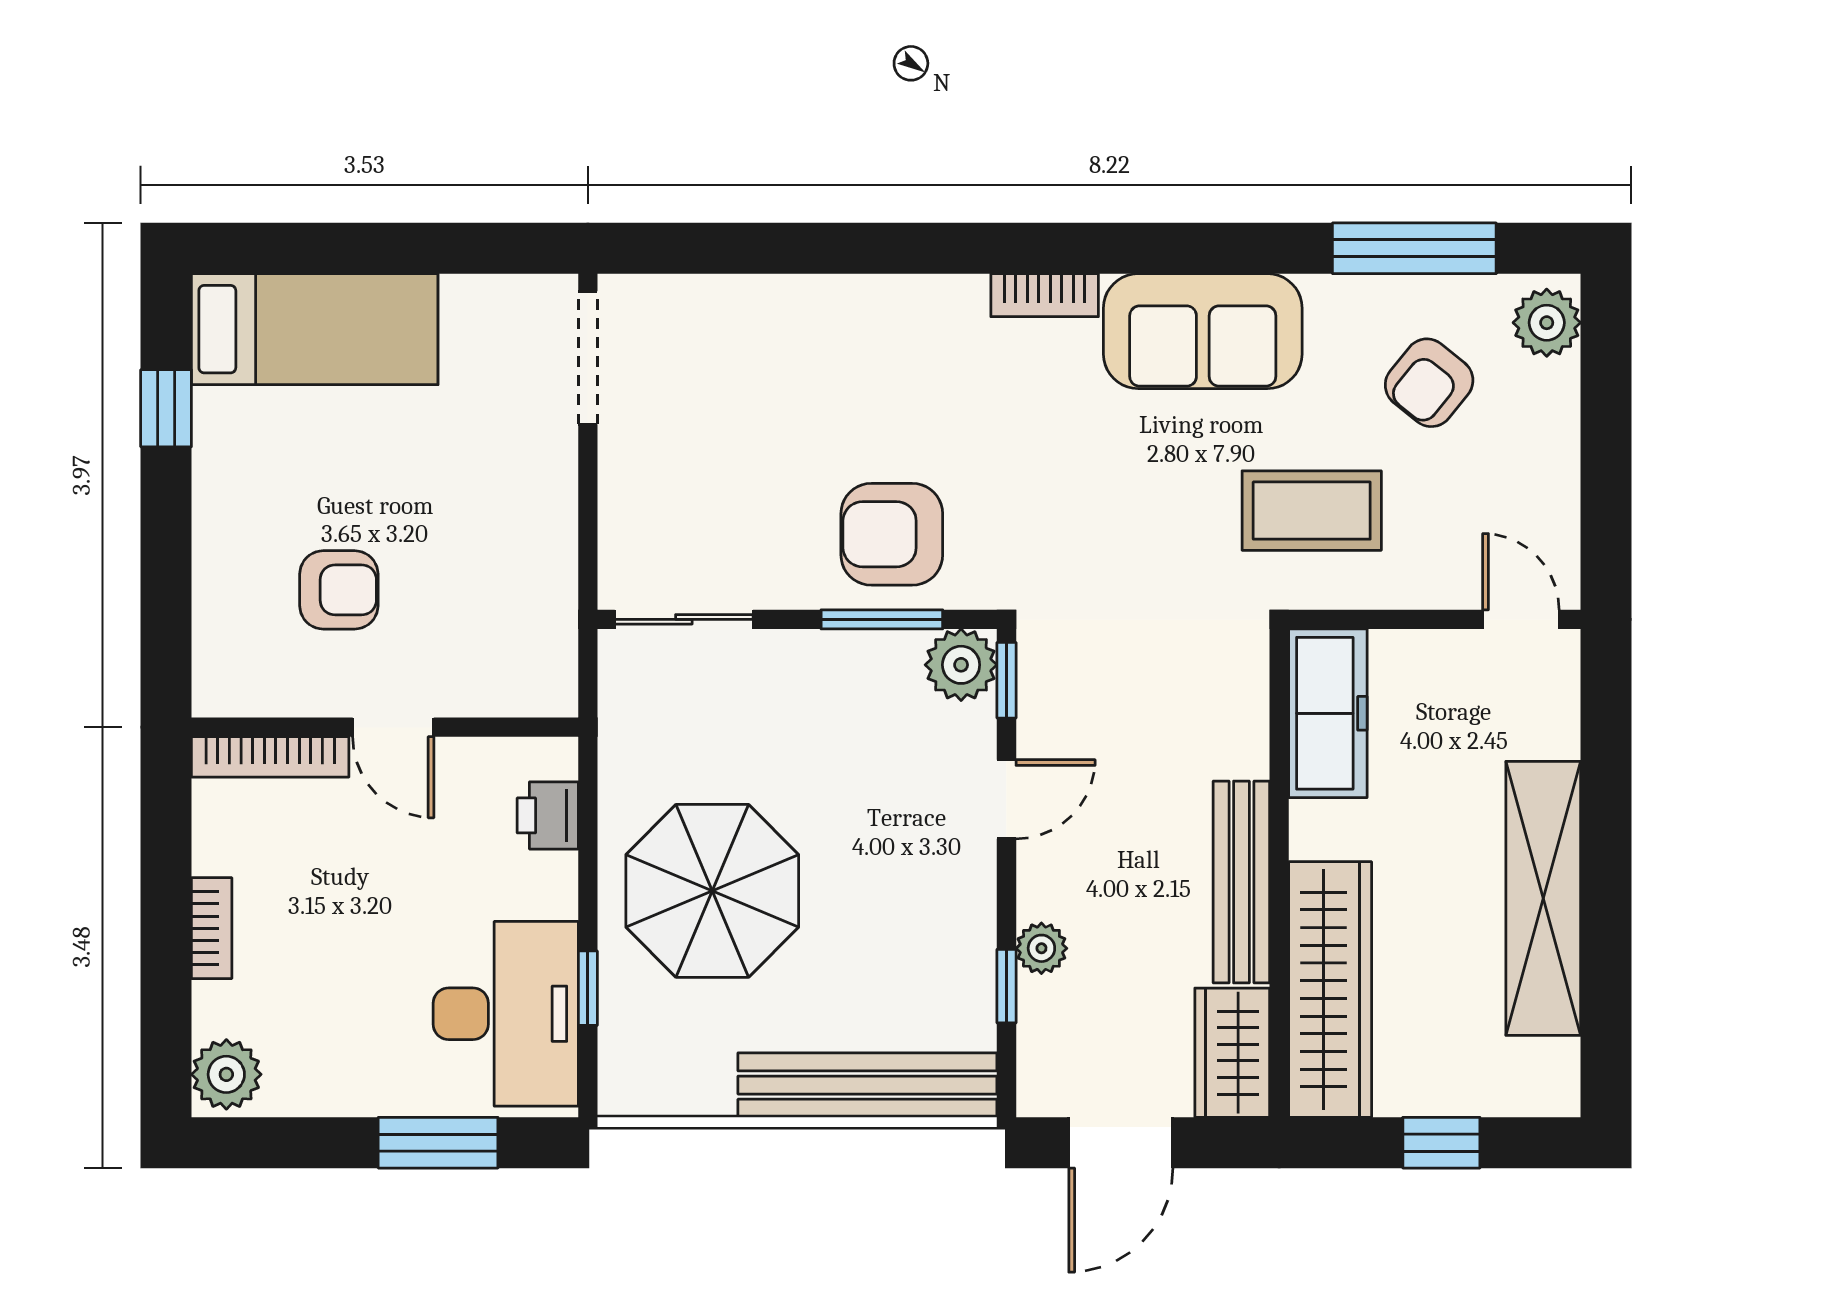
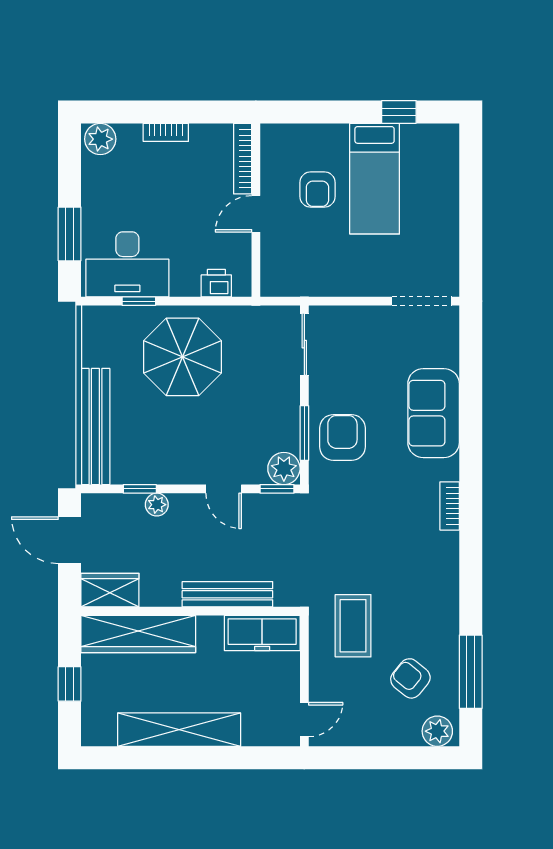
bed: (315, 329) -> (375, 179), moved
sofa: (1203, 331) -> (434, 413), moved
bench: (1241, 882) -> (227, 594), moved

